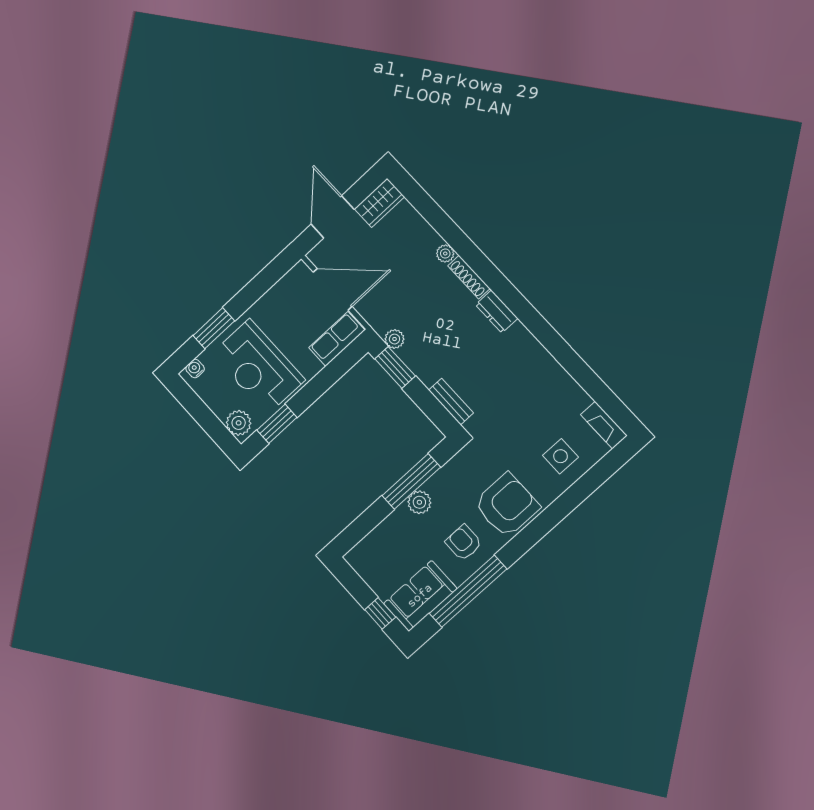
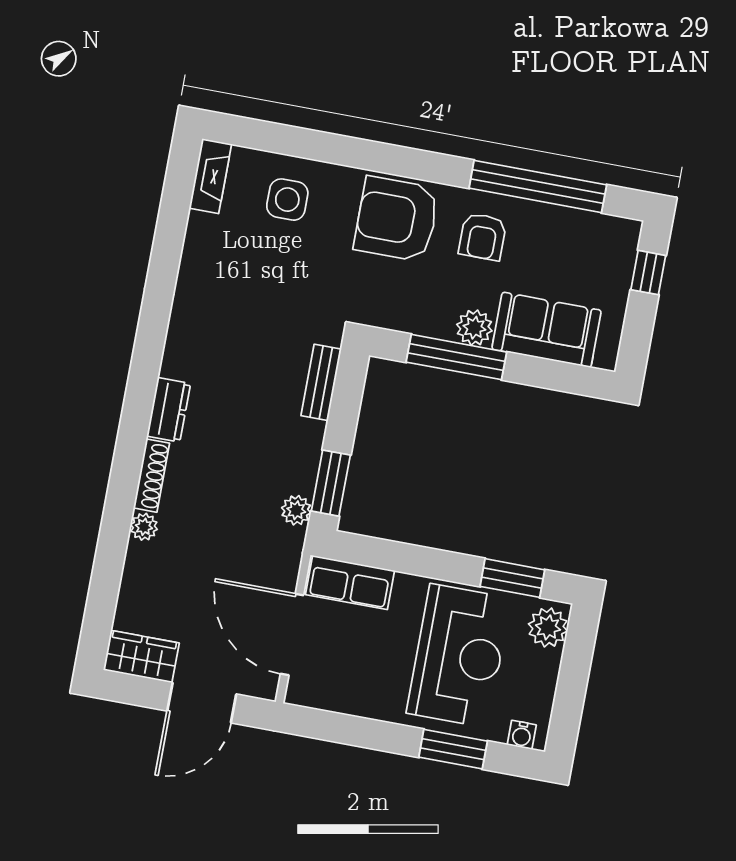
sofa: (420, 596) -> (547, 330), moved, turned 180

